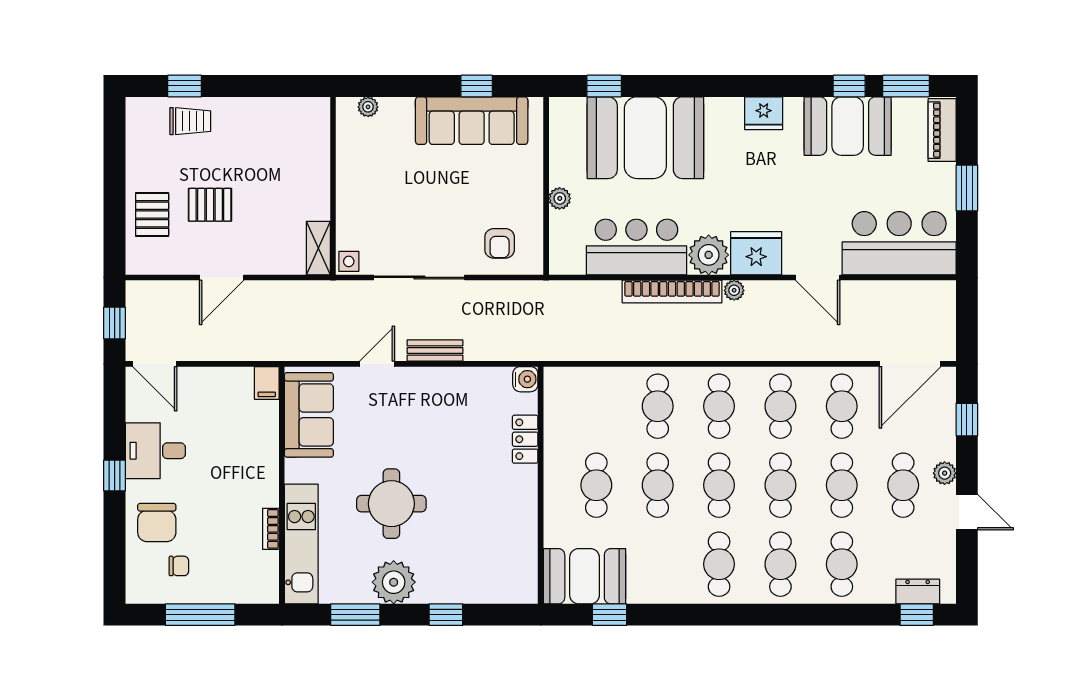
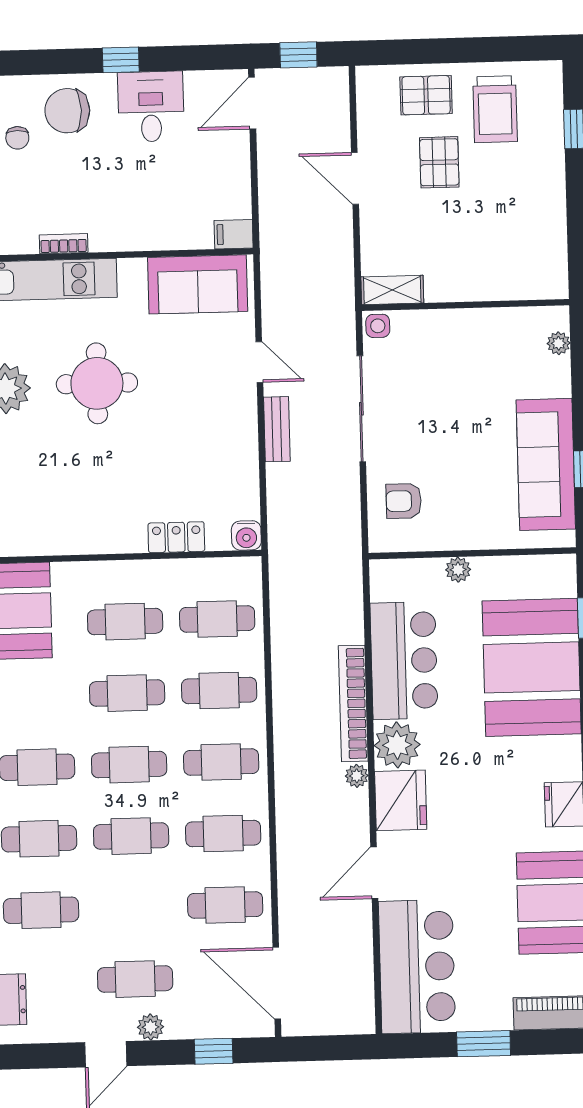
trolley: (190, 121) -> (495, 109), moved, width x1.36, depth x1.39
cafe table: (842, 485) -> (217, 619), moved

